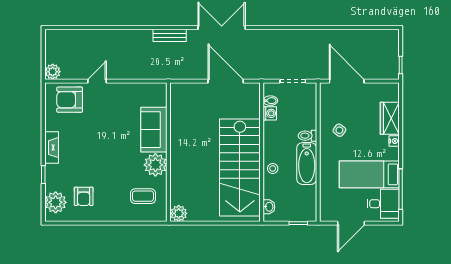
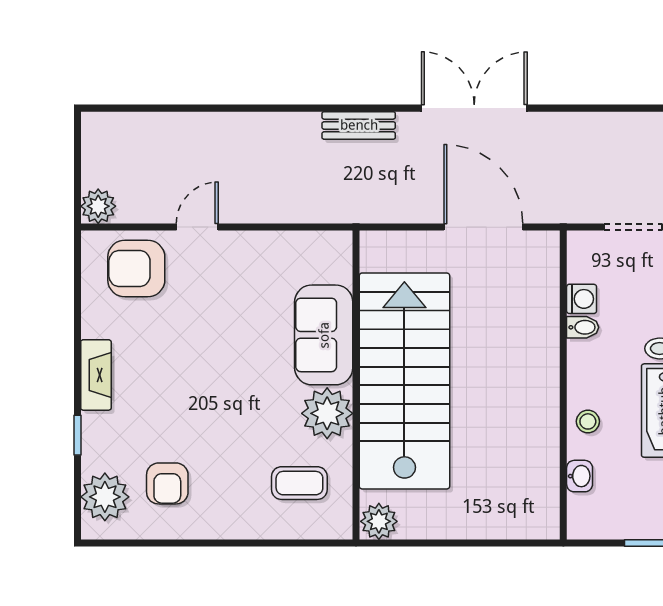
bidet: (270, 101) -> (583, 327), moved
stairs: (240, 168) -> (404, 381), moved, turned 180
washbasin: (269, 207) -> (580, 476), moved

